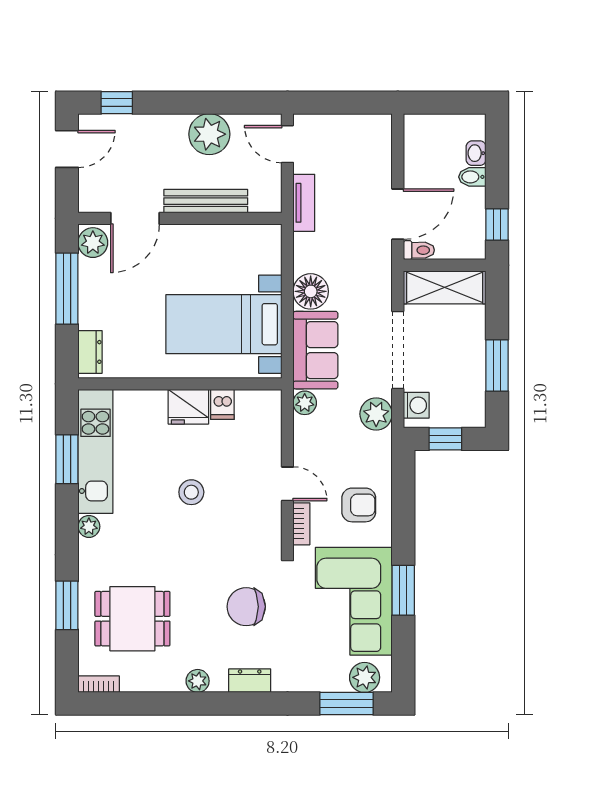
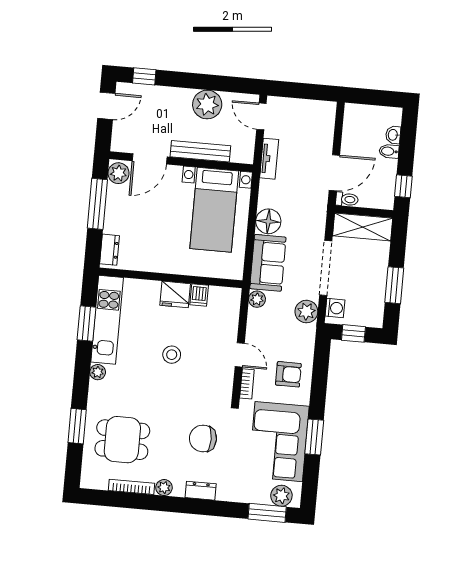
bed with nightstands: (224, 324) -> (214, 210), moved, turned -90
bookcase: (99, 684) -> (132, 487), moved, width x1.56

